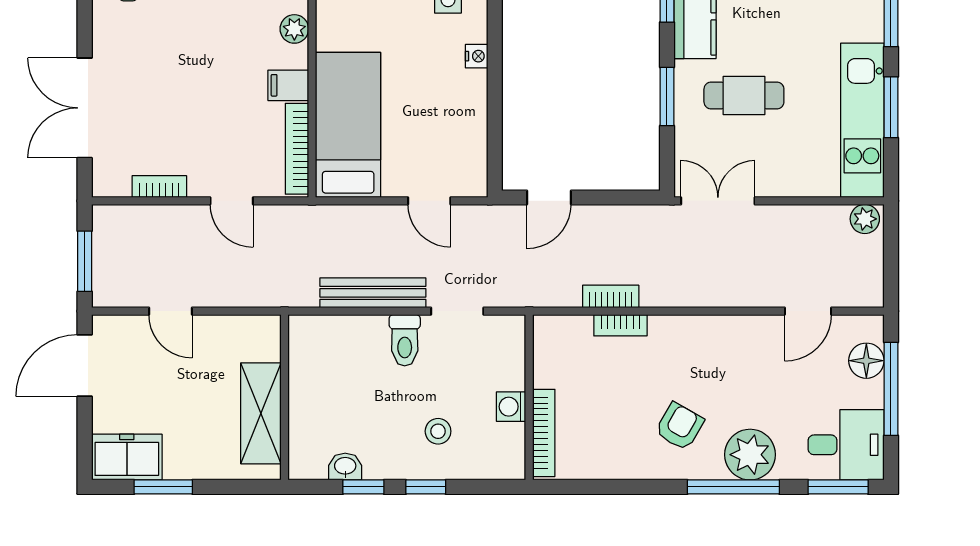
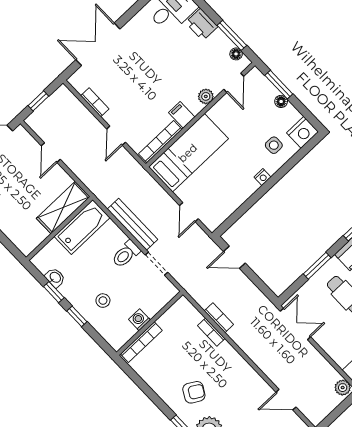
window: (85, 261) -> (38, 101), width x0.67
bathtub: (312, 365) -> (82, 227), added
shelving: (261, 413) -> (63, 207), moved

